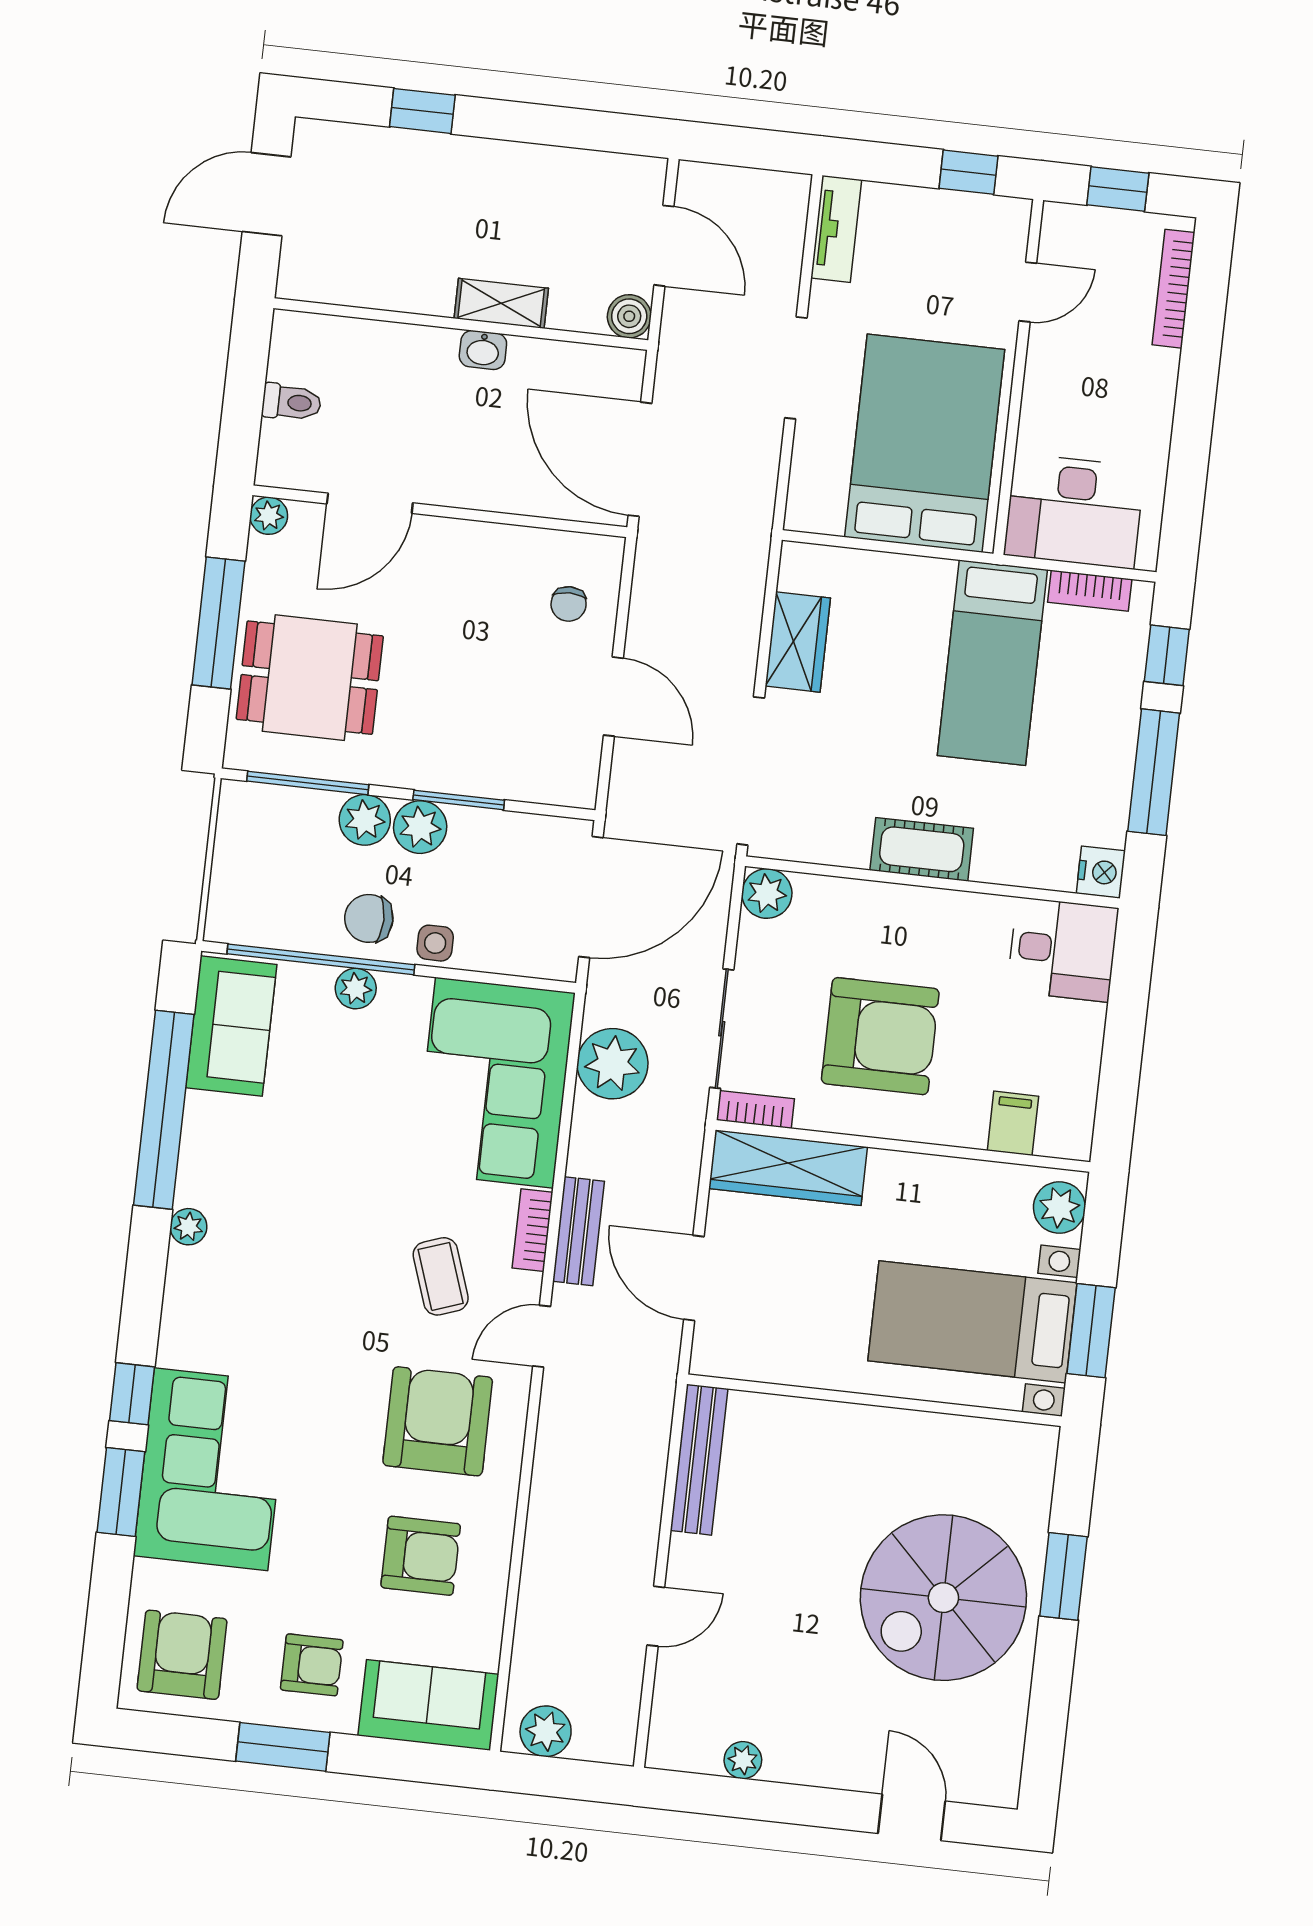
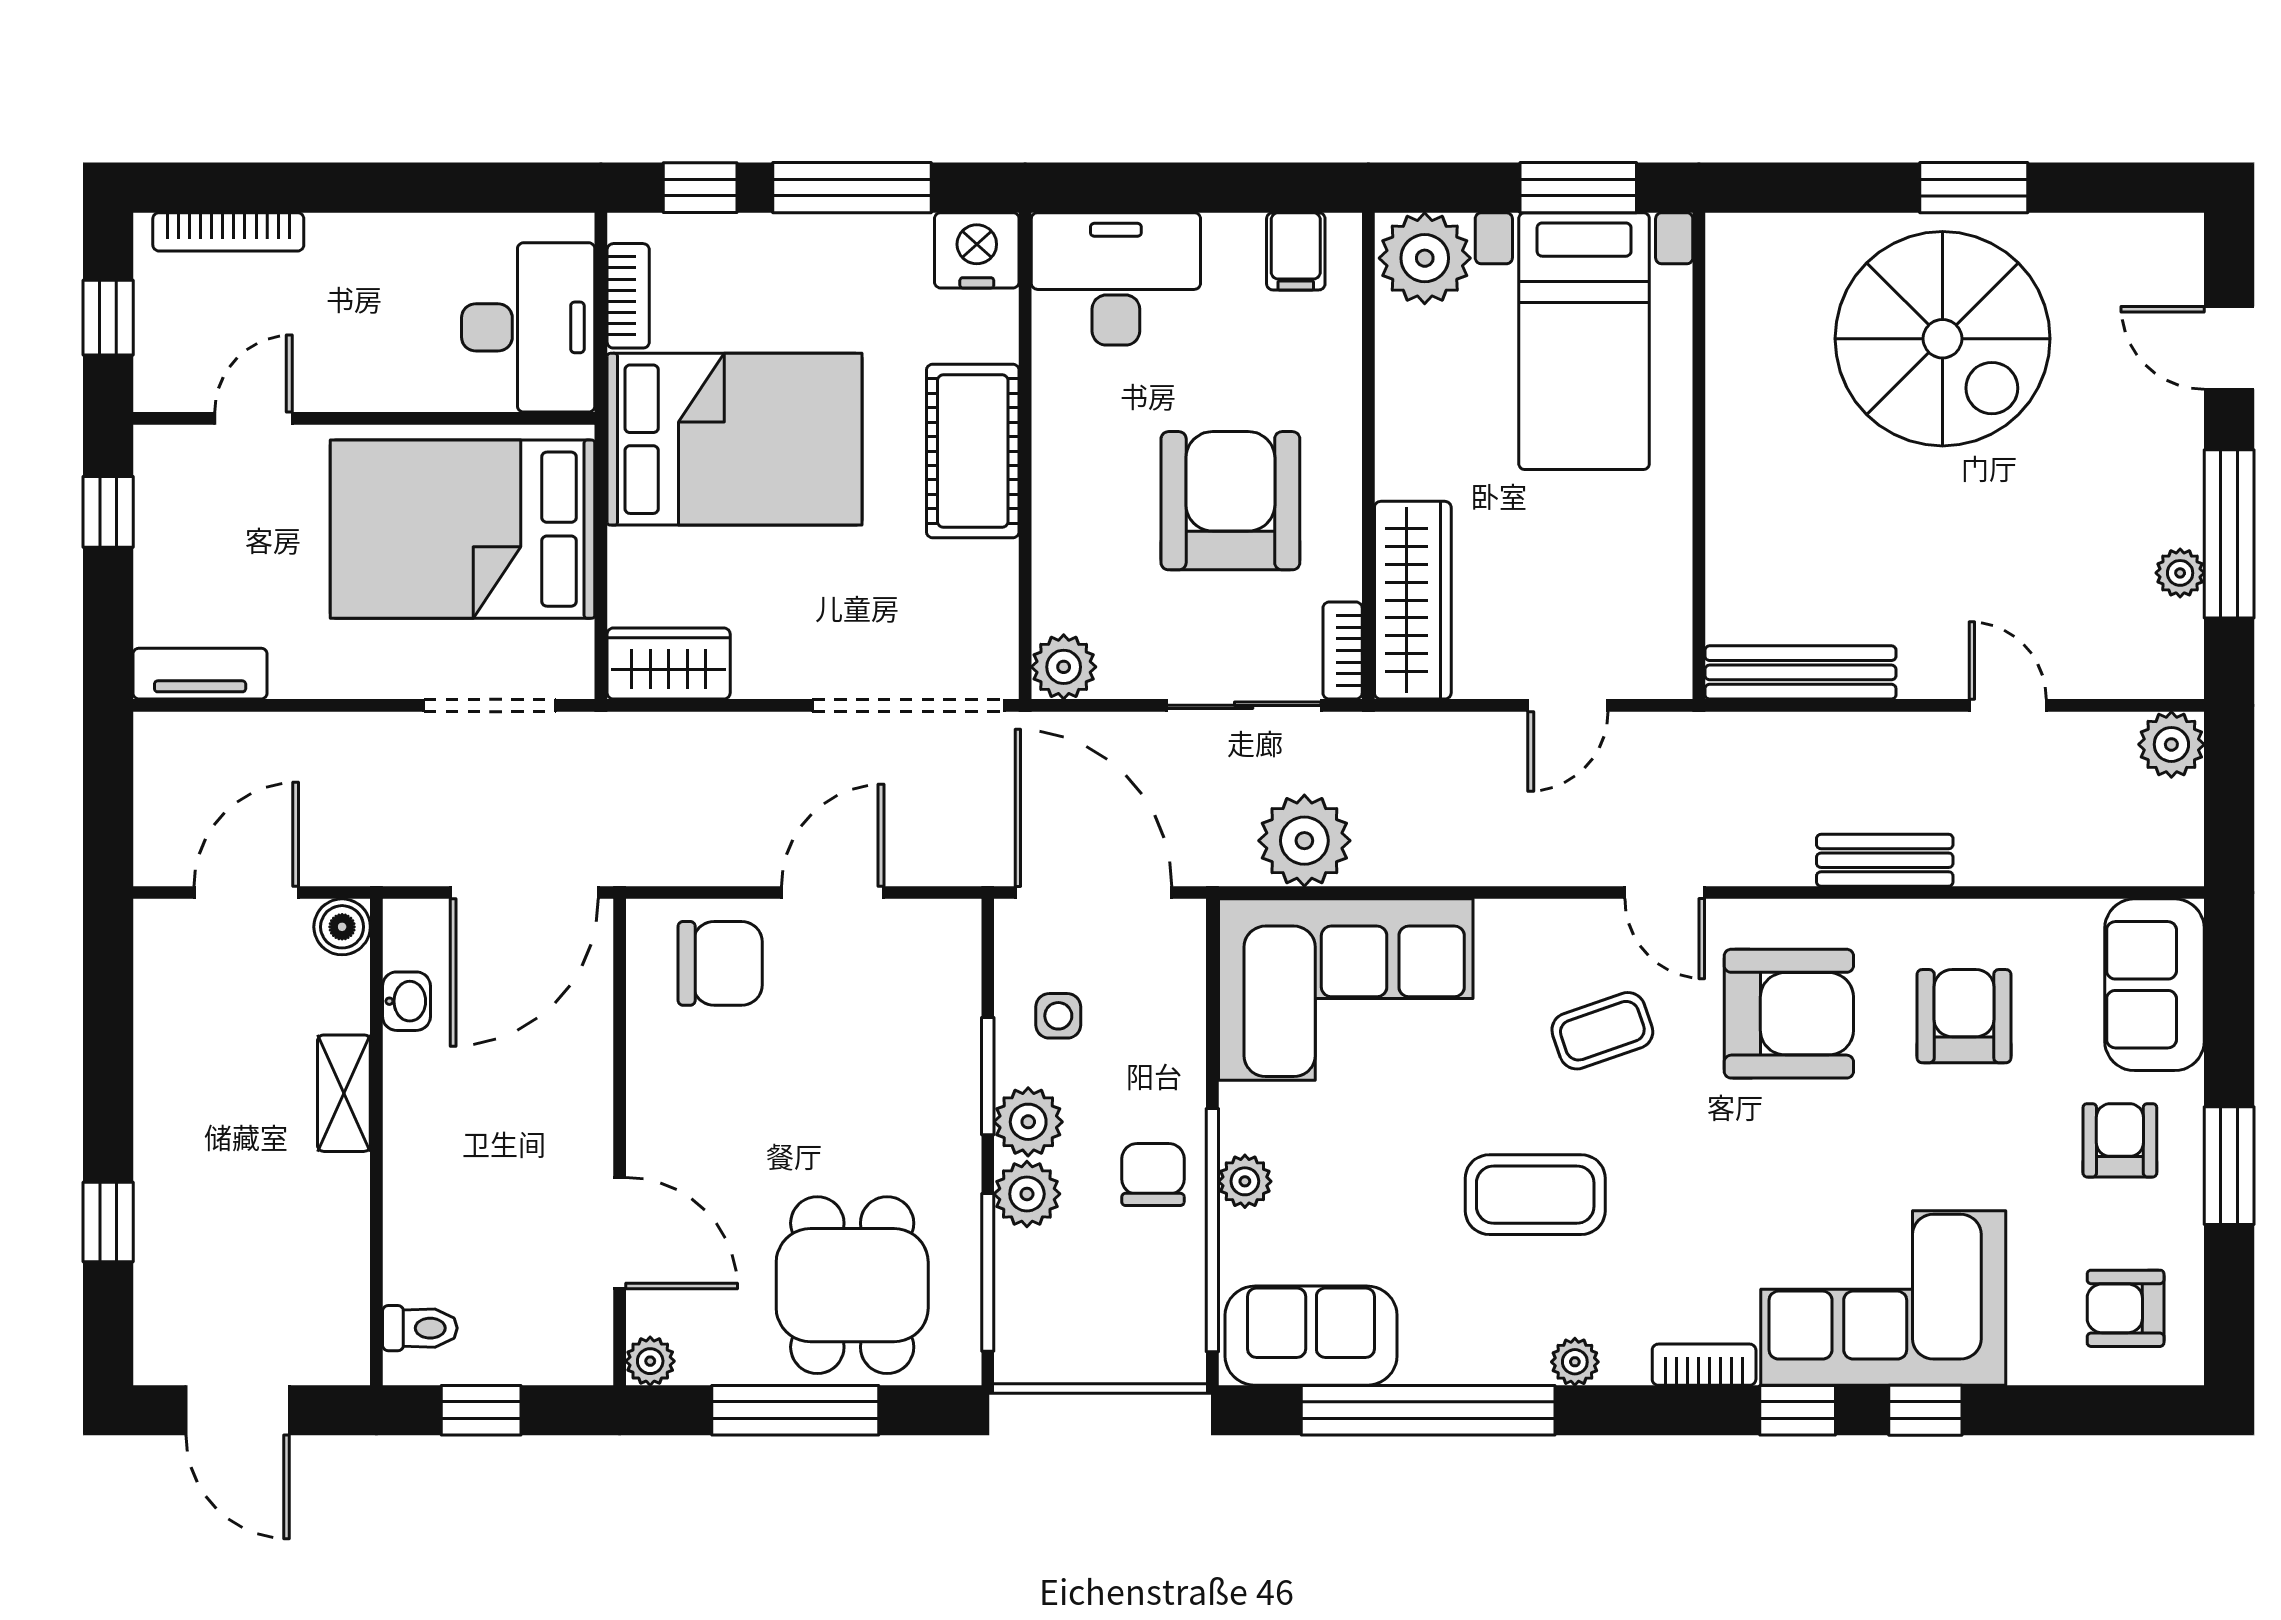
door: (1028, 292) -> (253, 418), hinge flipped
washbasin: (483, 350) -> (406, 1001), moved
doorway: (796, 368) -> (490, 705), moved
window: (245, 382) -> (481, 1410), added
toilet: (292, 402) -> (420, 1328), moved, turned 90
chair: (569, 604) -> (720, 963), width x1.87, depth x1.87
wardrobe: (798, 642) -> (669, 664), moved
bed: (992, 663) -> (735, 439), width x1.50
cot: (922, 849) -> (973, 451), width x1.37, depth x1.34
nightstand: (1101, 872) -> (977, 250), width x1.36, depth x1.33
chair: (369, 918) -> (1153, 1175), turned 180
side table: (435, 943) -> (1058, 1016), moved
desk: (1063, 950) -> (1116, 279), width x1.37
filing cabinet: (1013, 1123) -> (1296, 251), moved, turned -90
plant: (1059, 1208) -> (1425, 258), width x1.36, depth x1.36
coffee table: (320, 1211) -> (1535, 1195), added
bookcase: (532, 1230) -> (1704, 1365), moved, turned 180
bench: (578, 1231) -> (1885, 860), moved
door: (694, 1278) -> (1568, 705), width x0.73
armchair: (438, 1421) -> (1789, 1014), turned 180
window: (121, 1492) -> (1925, 1410), width x0.67
window: (1063, 1576) -> (1974, 188), moved
armchair: (182, 1655) -> (2126, 1308), width x0.72, depth x0.72
plant: (546, 1731) -> (2171, 744), moved
window: (769, 1801) -> (2229, 534), added
door: (912, 1817) -> (2229, 348), hinge flipped

